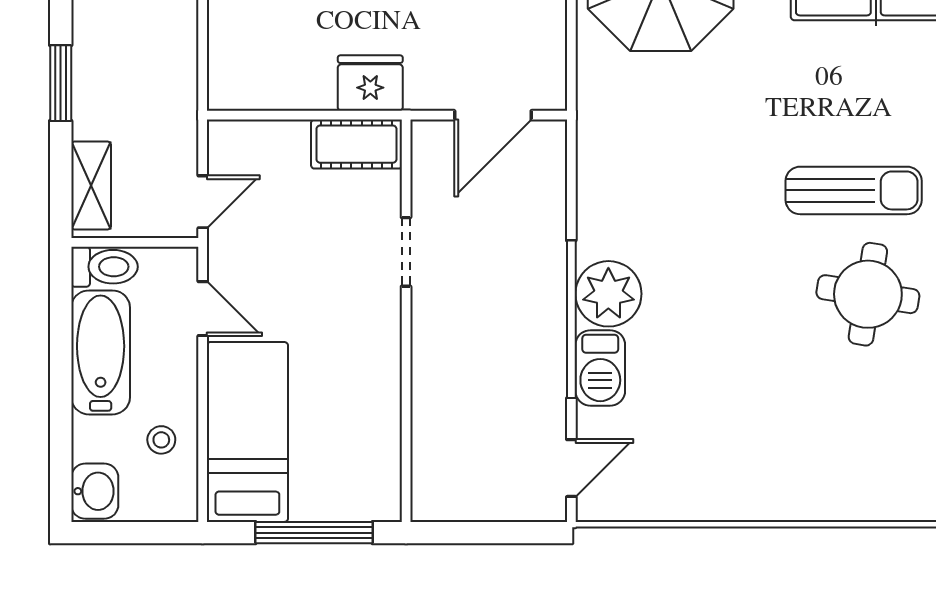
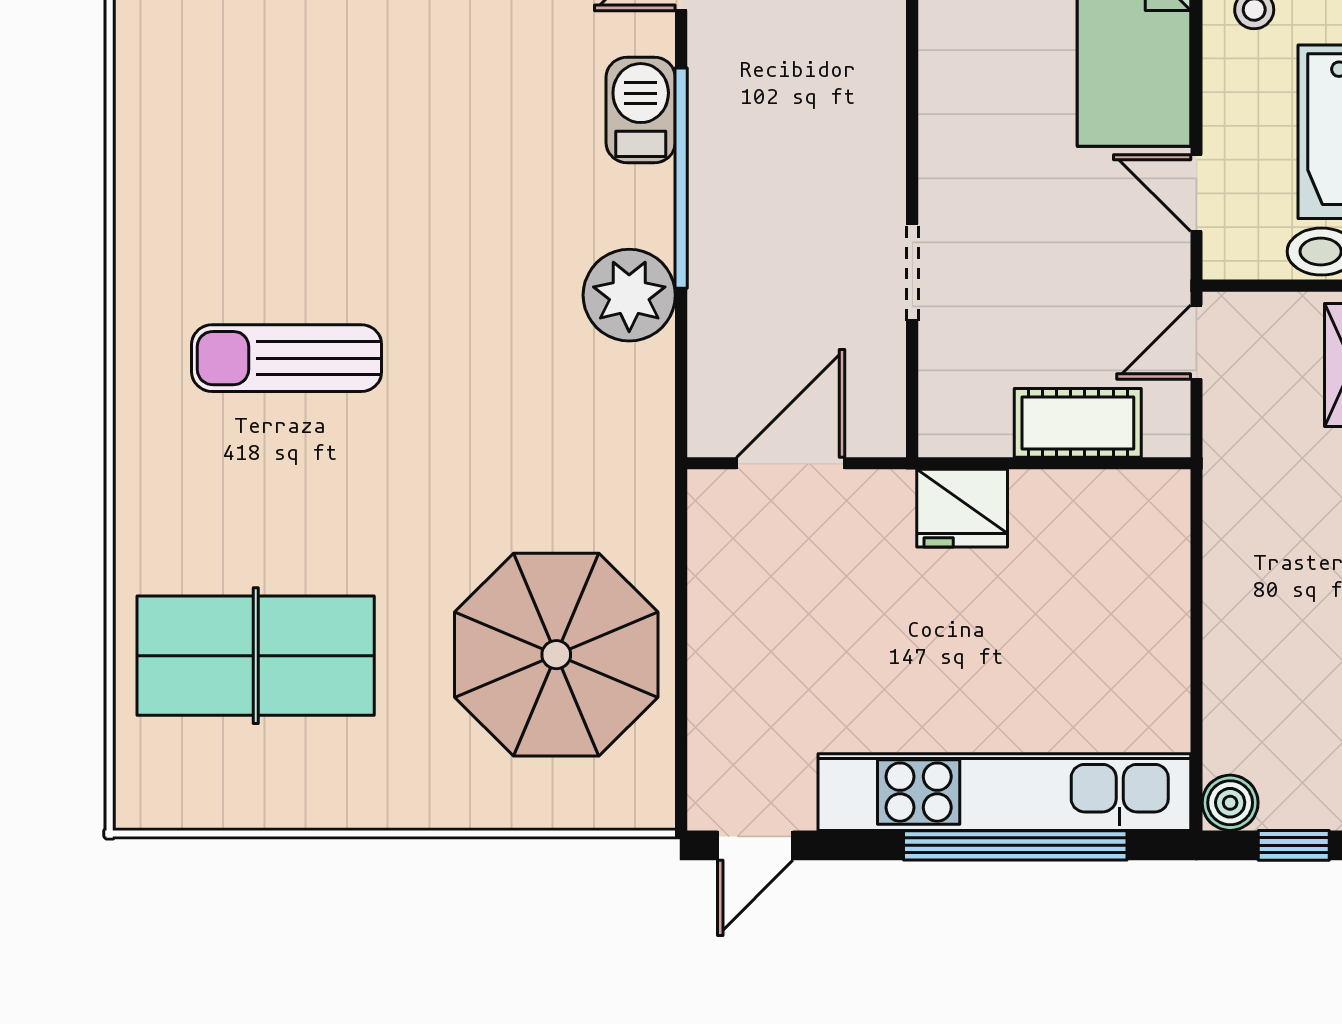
cot: (356, 144) -> (1078, 423), moved
plant: (608, 294) -> (629, 295), moved
round table: (868, 294) -> (267, 213), removed

